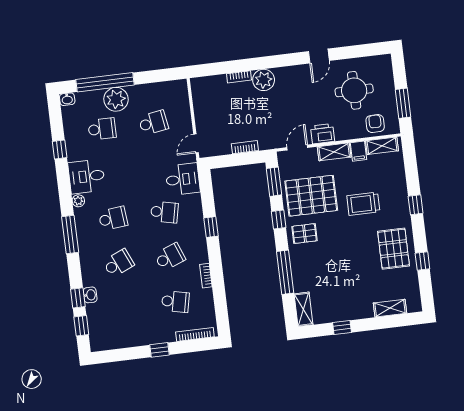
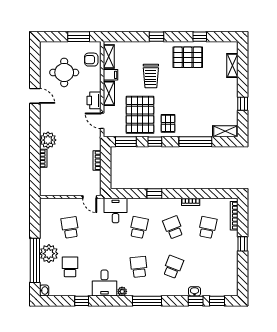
school desk: (118, 263) -> (173, 267), turned 45

